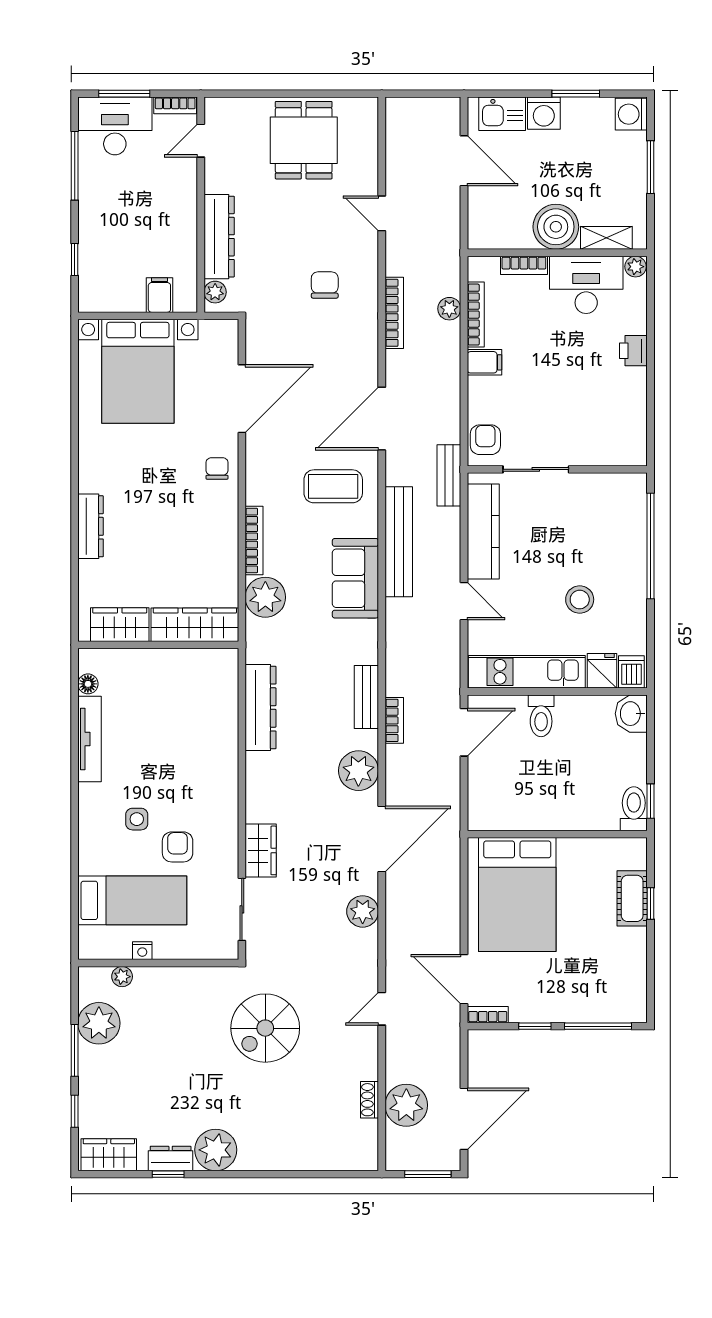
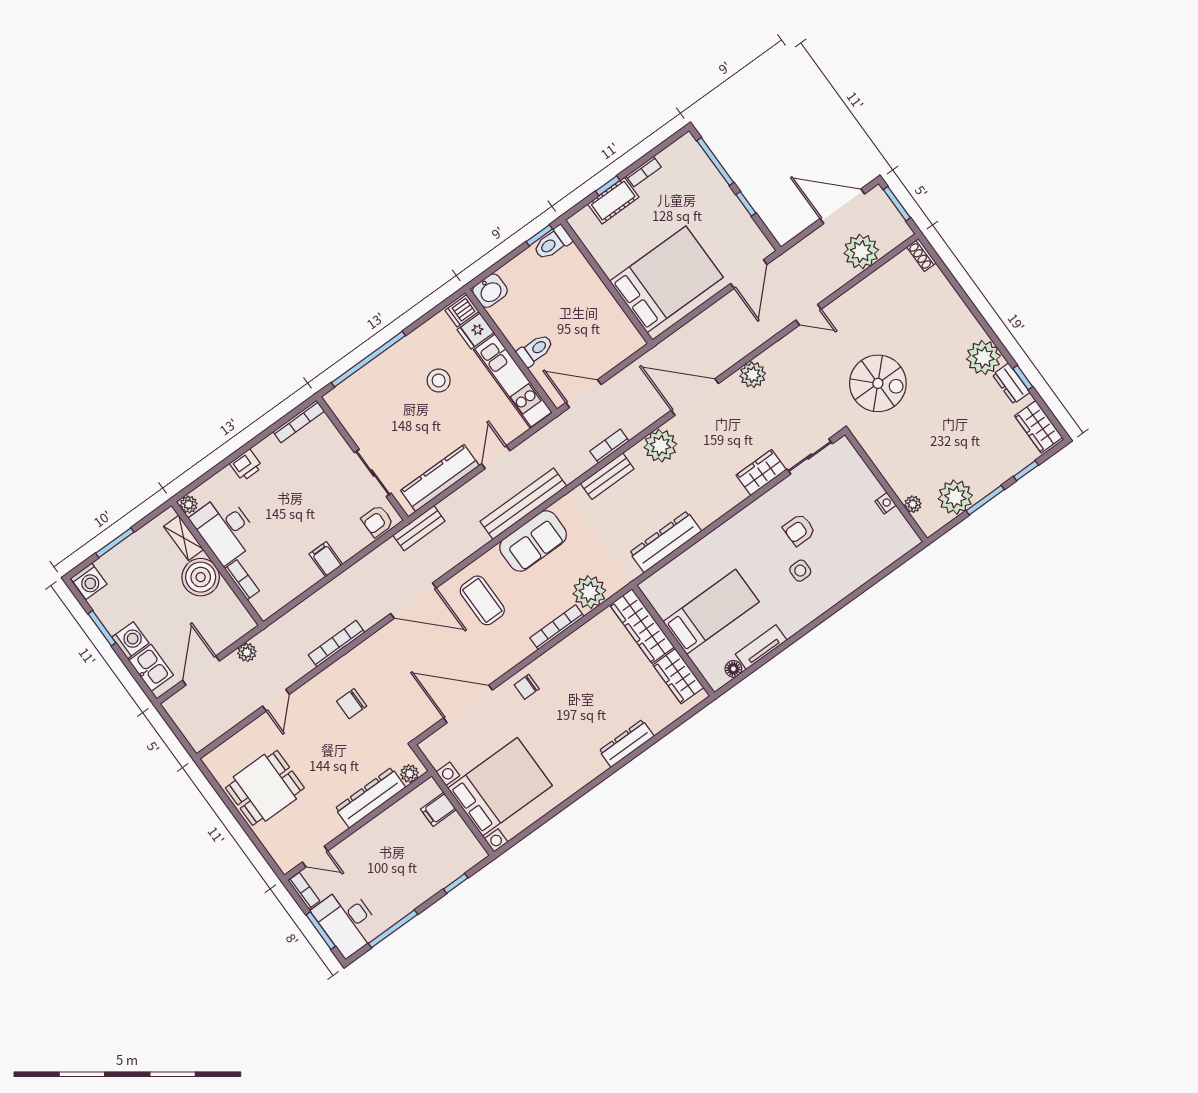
plant: (449, 309) -> (247, 652), moved
bookcase: (476, 315) -> (299, 421), moved, turned 180
bench: (399, 542) -> (523, 504), moved
tv unit: (90, 739) -> (761, 647), width x0.71
bed: (132, 900) -> (711, 612), moved, turned 90
bookcase: (488, 1015) -> (644, 172), moved, turned -90
shoe rack: (370, 1100) -> (922, 255), moved, turned 90

